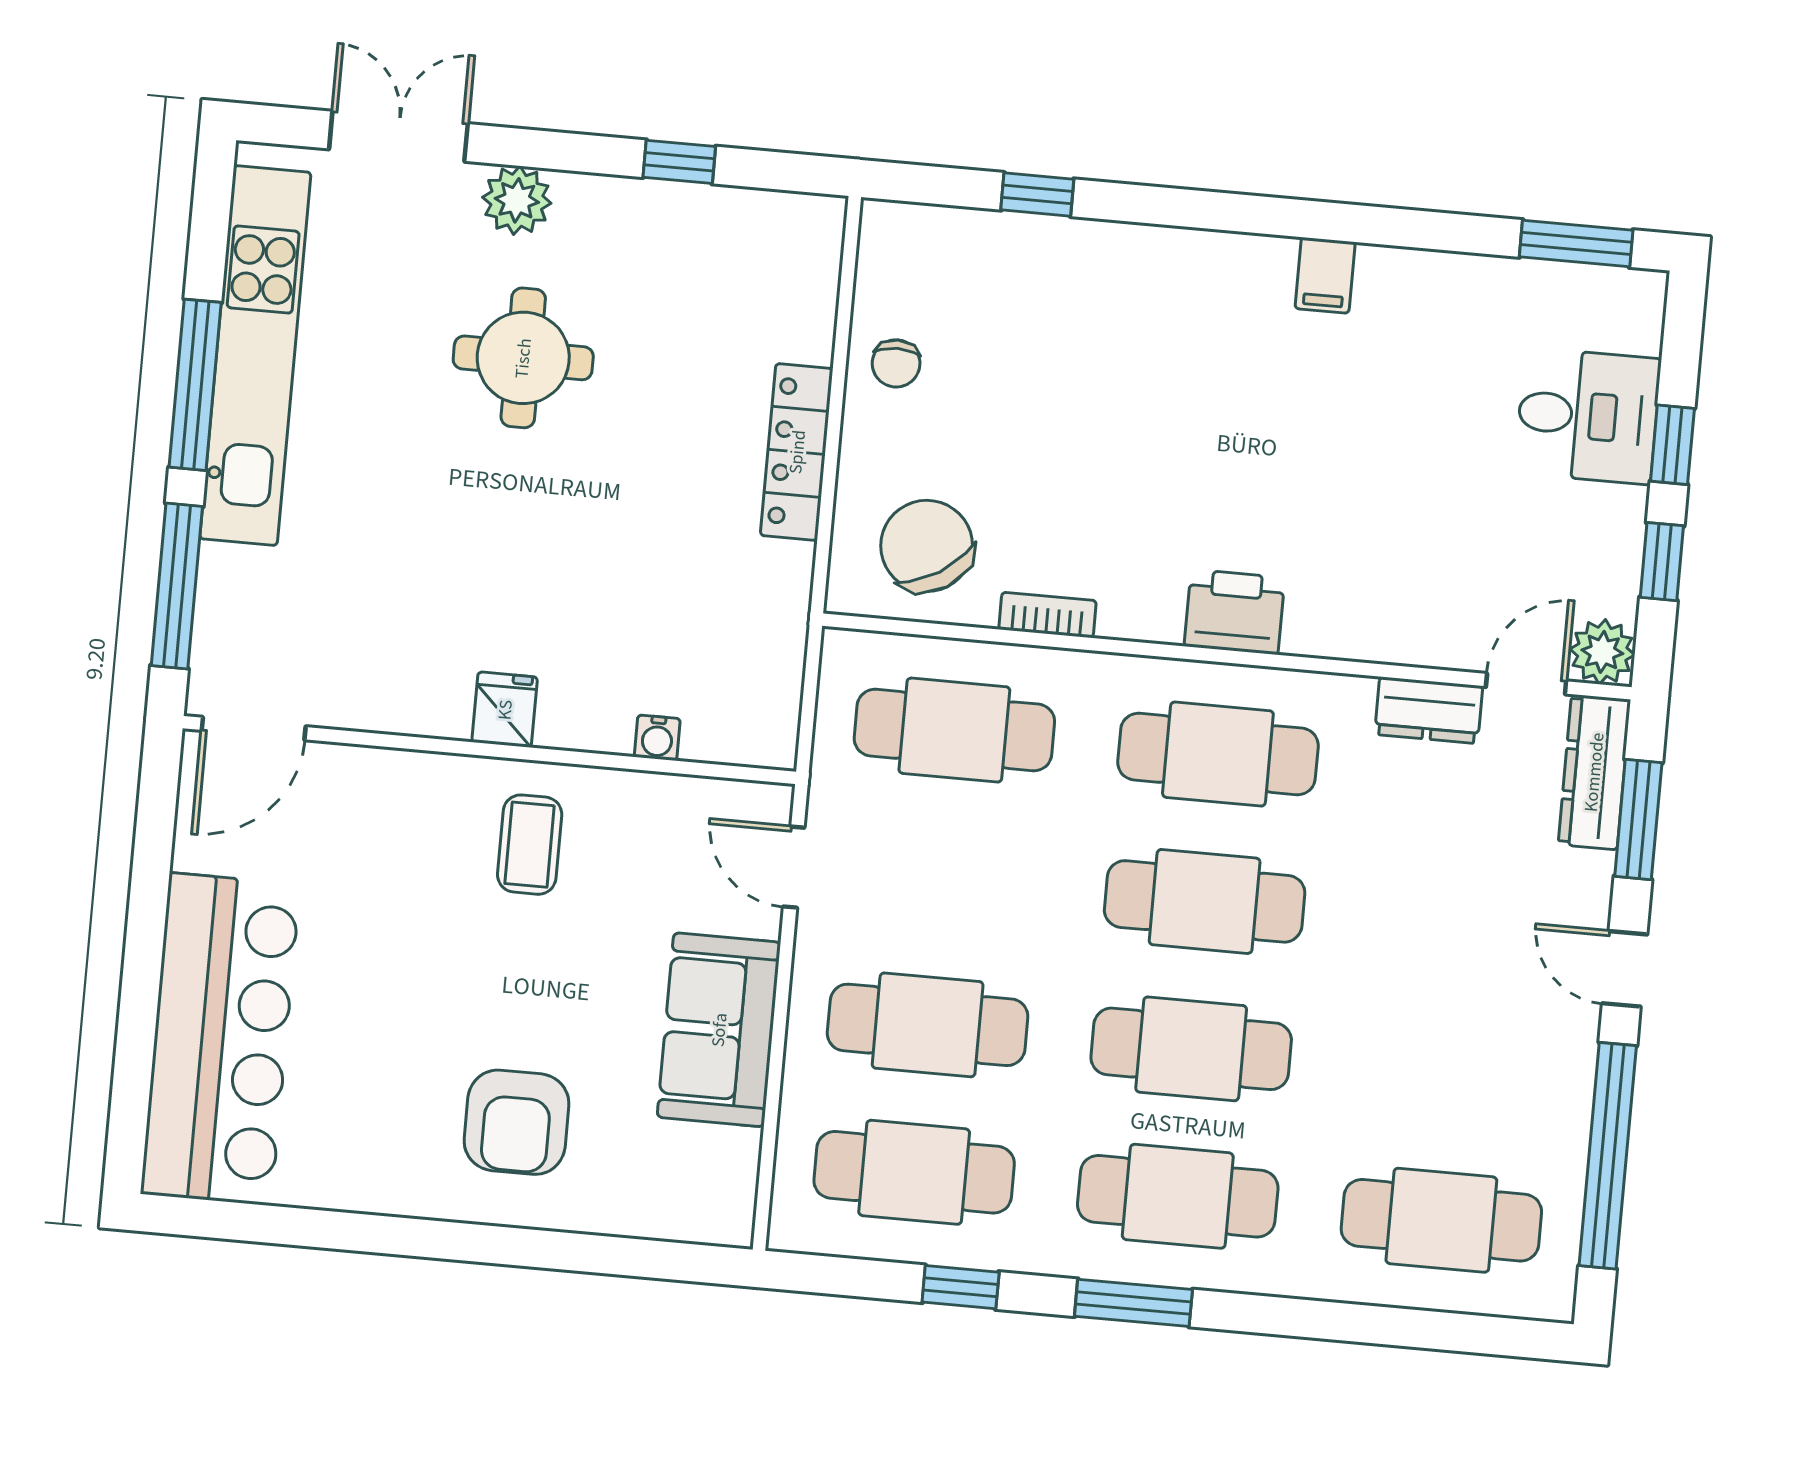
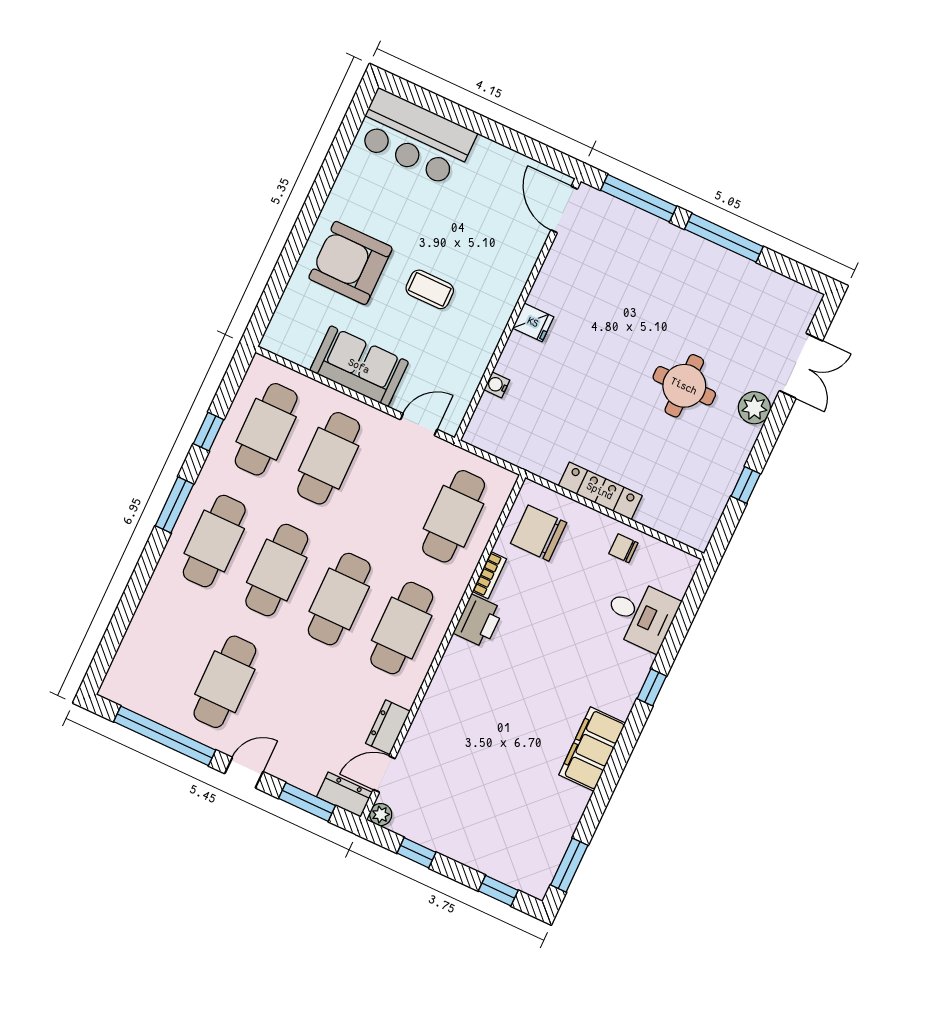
window: (1037, 194) -> (652, 687), moved
filing cabinet: (1325, 275) -> (592, 749), width x3.00, depth x1.17
kitchen unit: (255, 355) -> (727, 269), removed
desk: (1588, 416) -> (641, 615), moved, turned -90
window: (1672, 445) -> (498, 891), moved
chair: (927, 546) -> (539, 533), turned -148
printer: (1234, 612) -> (478, 621), moved
plant: (1602, 652) -> (381, 815), width x0.73, depth x0.73
door: (1526, 684) -> (384, 774), swing flipped
dresser: (1594, 772) -> (344, 795), width x0.70
coffee table: (530, 845) -> (430, 289), moved
bar counter: (220, 1039) -> (415, 138), width x0.73
armchair: (516, 1122) -> (350, 263), width x1.36, depth x1.36
cafe table: (1441, 1220) -> (225, 682), moved

